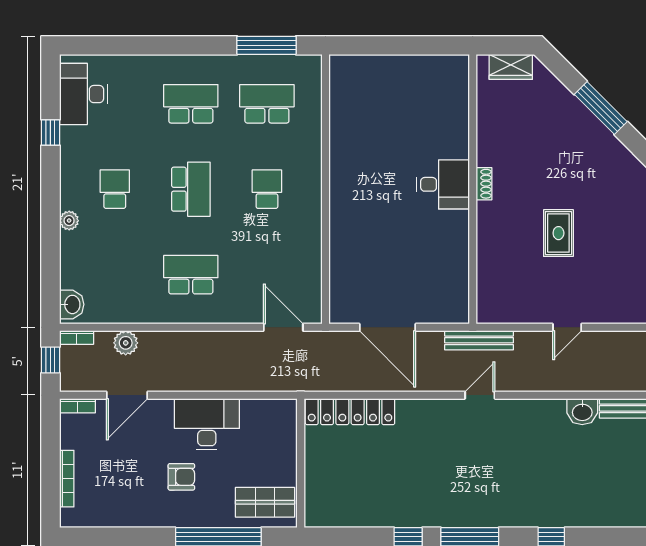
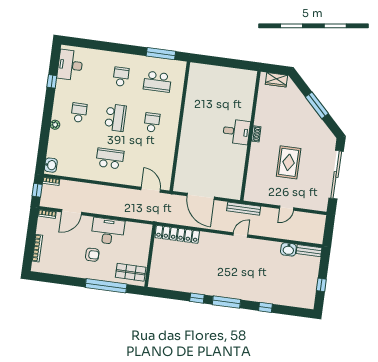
school desk: (191, 104) -> (121, 77), width x0.54
school desk: (267, 104) -> (157, 82), turned 180
rug: (558, 233) -> (289, 162), width x1.36, depth x1.43
plant: (126, 343) -> (74, 187), removed

